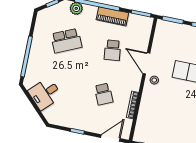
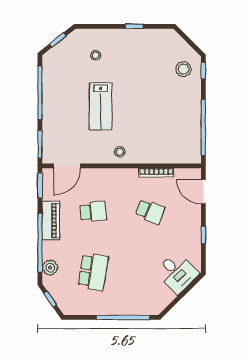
school desk: (66, 41) -> (93, 272), turned 33
door: (146, 63) -> (67, 166), moved
desk: (45, 94) -> (177, 273), moved
school desk: (104, 94) -> (150, 212), turned 45

